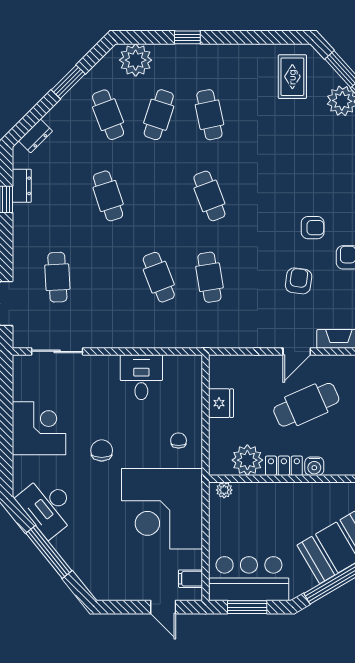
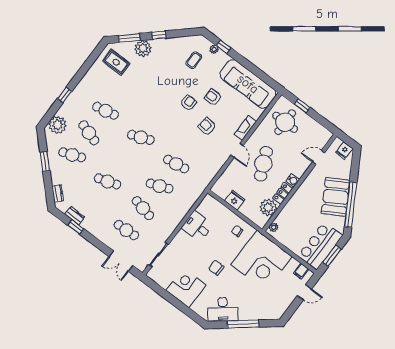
cafe table: (108, 277) -> (143, 208), added

